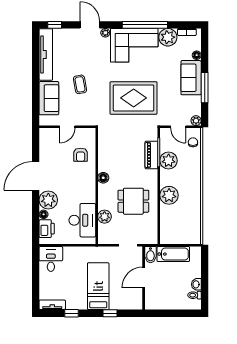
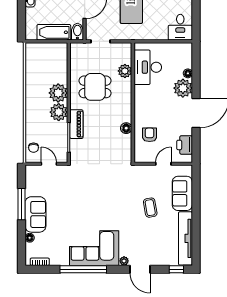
plant: (168, 37) -> (59, 256), removed
rug: (134, 98) -> (95, 194), removed
plant: (196, 121) -> (30, 170), removed
piano: (151, 155) -> (76, 124), moved
plant: (169, 161) -> (59, 112), moved
floor lamp: (103, 178) -> (126, 128), moved
printer: (47, 229) -> (185, 145), moved

